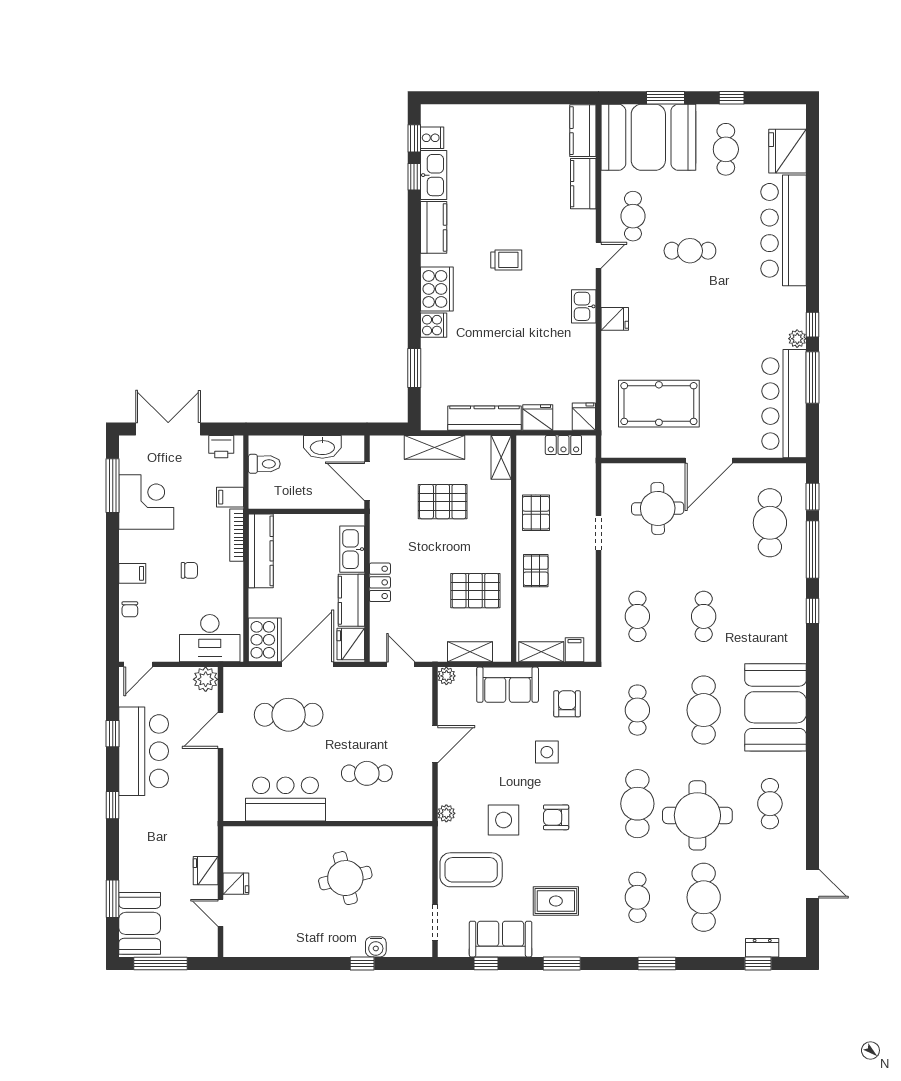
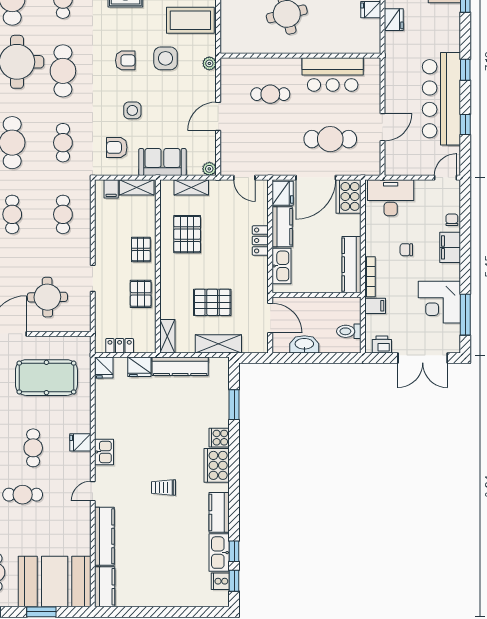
kitchen counter: (583, 184) -> (104, 536), width x1.50
cafe table: (633, 216) -> (33, 448), moved
filing cabinet: (132, 573) -> (450, 247), width x2.00
pallet: (475, 591) -> (187, 234), turned 90
plant: (206, 679) -> (394, 166), removed
armchair: (567, 704) -> (117, 147), turned 90
bar counter: (144, 751) -> (441, 99), width x1.36

